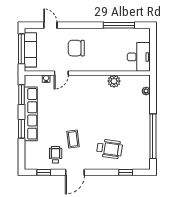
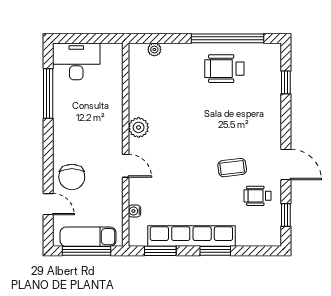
door: (50, 25) -> (48, 204), swing flipped
chair: (76, 48) -> (72, 177), moved
desk: (139, 57) -> (76, 61), moved
door: (61, 73) -> (126, 166), moved
plant: (114, 81) -> (139, 127), moved
wheelchair: (110, 149) -> (224, 69), moved, turned -98

